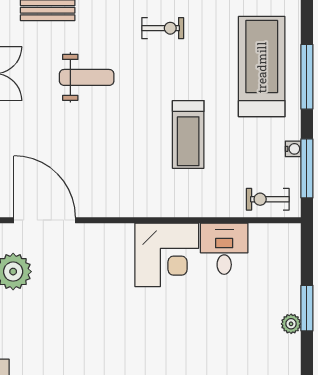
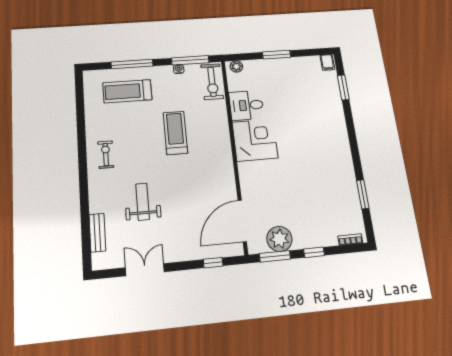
treadmill: (262, 67) -> (127, 91), width x0.73, depth x0.73
treadmill: (188, 134) -> (175, 133), turned -90
exercise bike: (268, 199) -> (212, 82), width x1.38, depth x1.39
plant: (291, 324) -> (236, 66), moved

